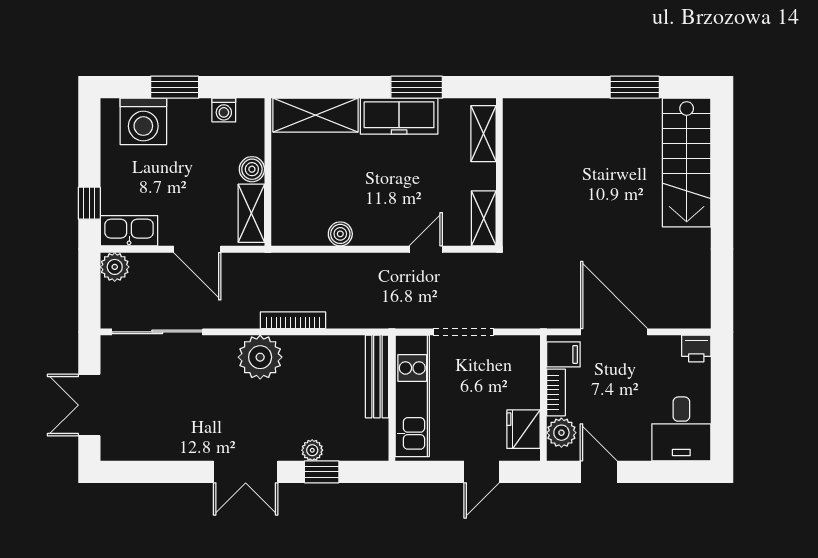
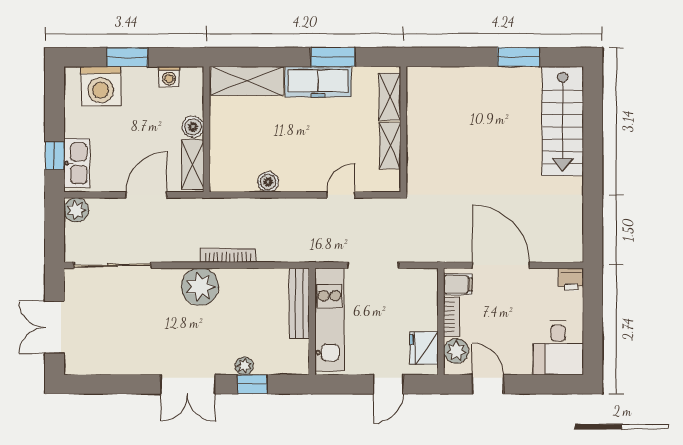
shelving: (484, 218) -> (390, 146), moved
kitchen sink: (129, 231) -> (77, 163), moved, turned 90
door: (197, 249) -> (146, 195), swing flipped

